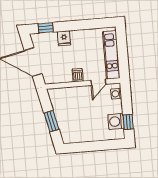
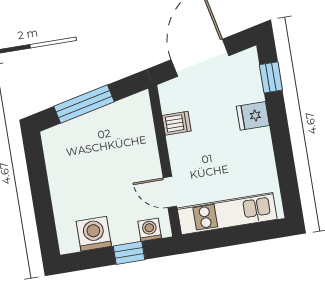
dishwasher: (78, 75) -> (177, 123), moved
window: (51, 121) -> (84, 104), width x1.44
window: (128, 122) -> (129, 253), moved

